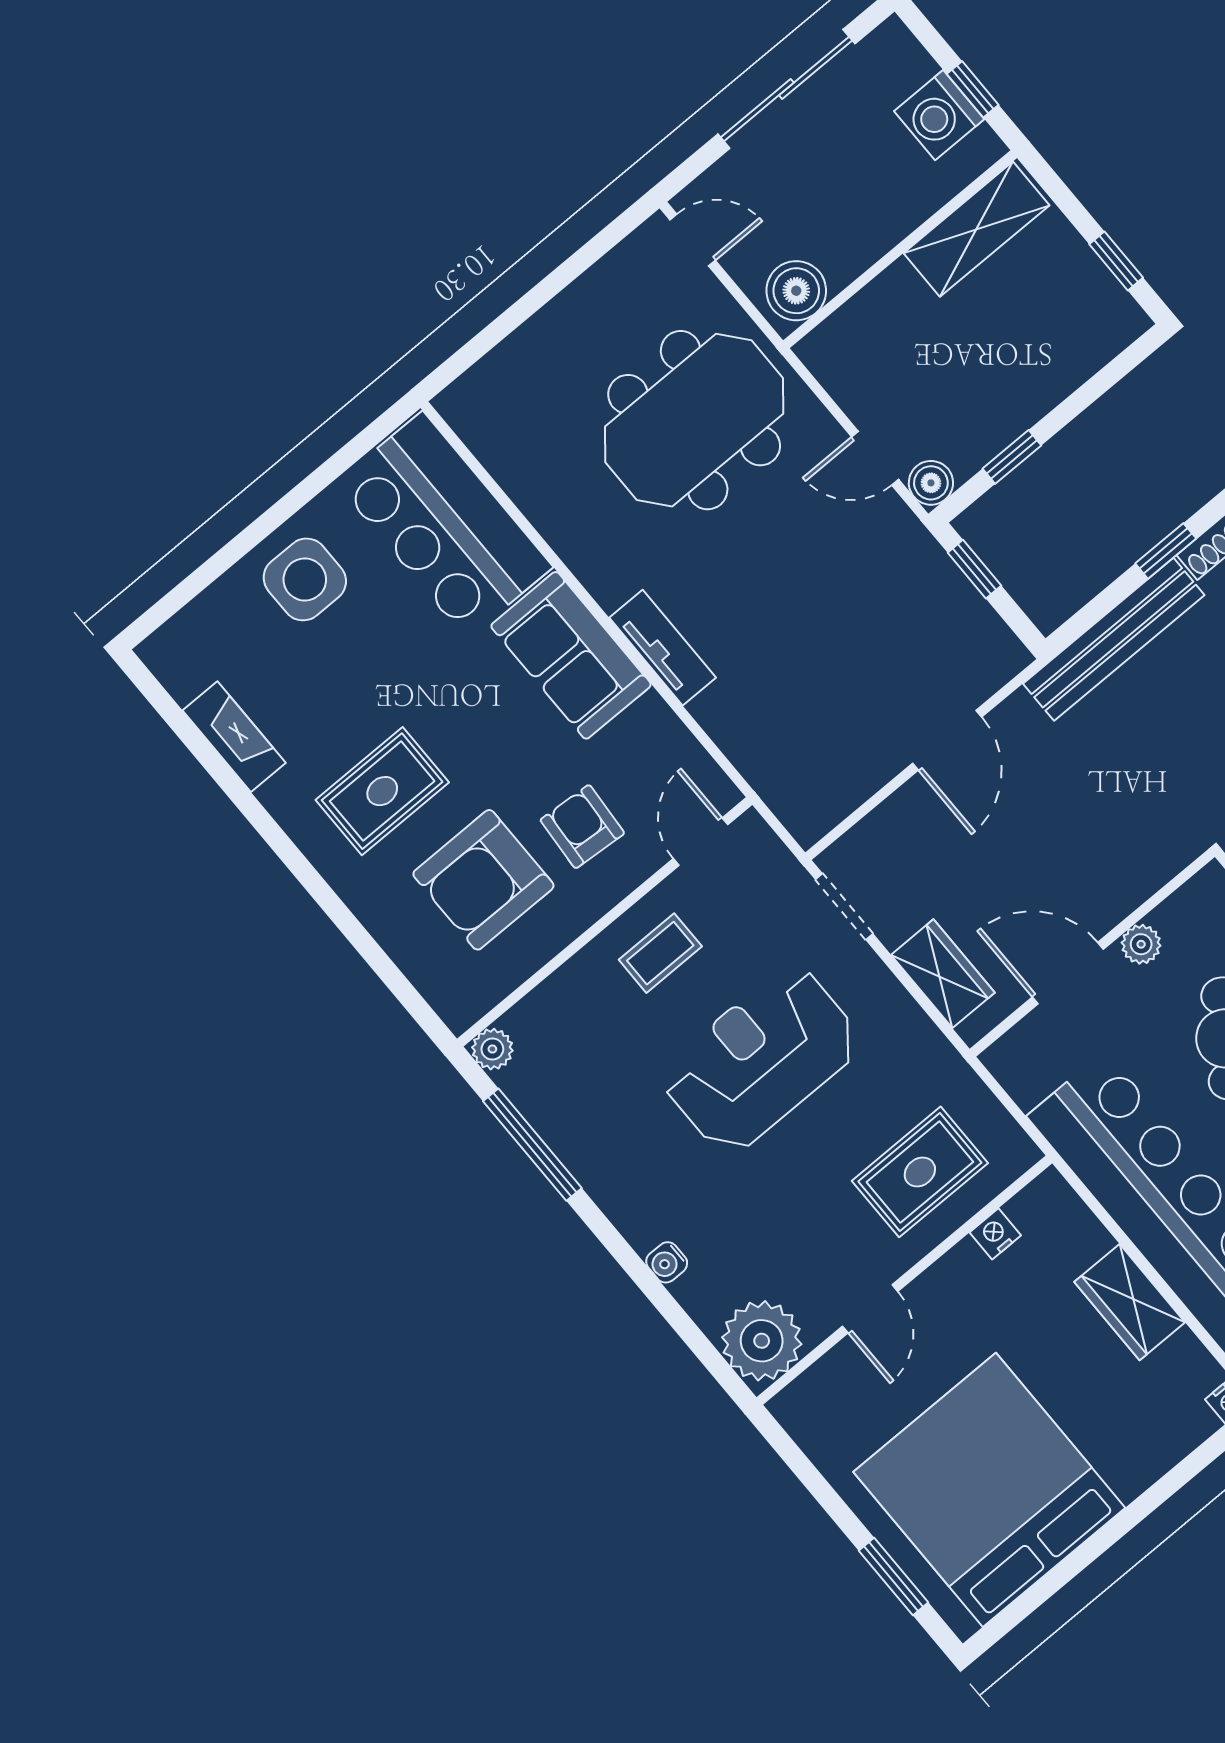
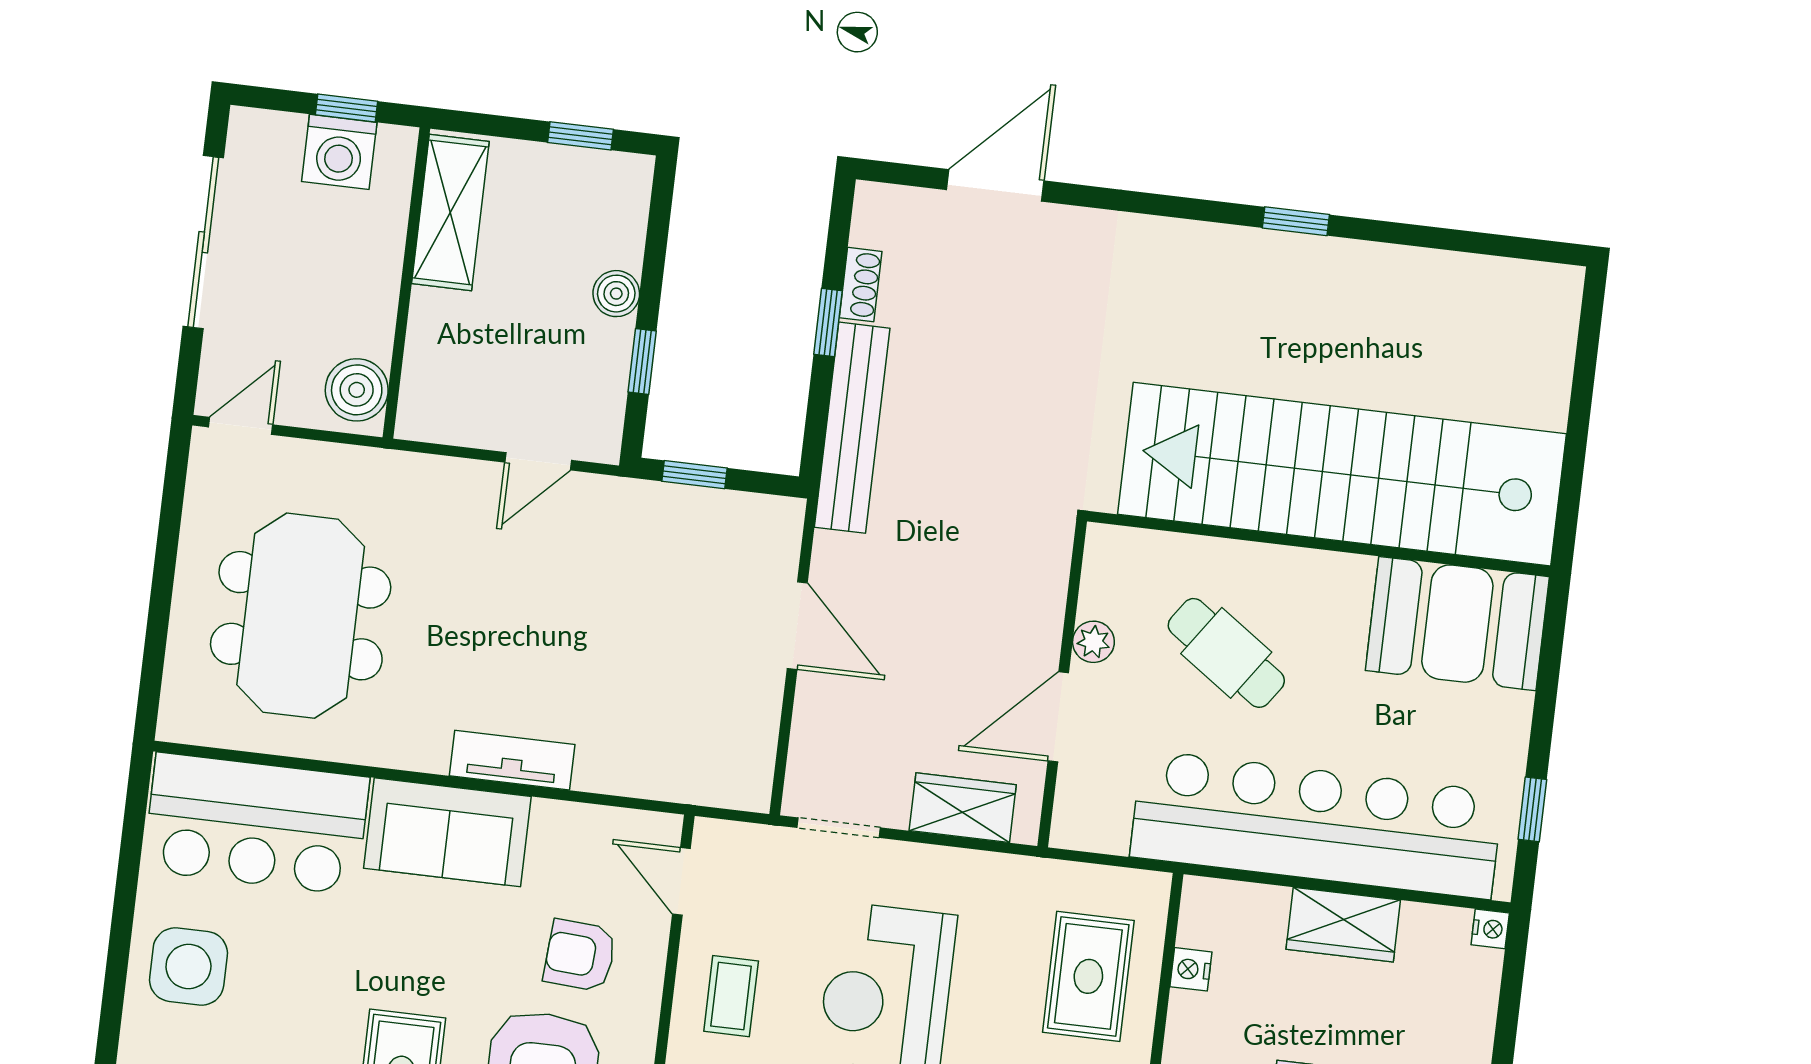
meeting table: (694, 420) -> (301, 616), moved
boiler: (931, 483) -> (616, 294), moved

